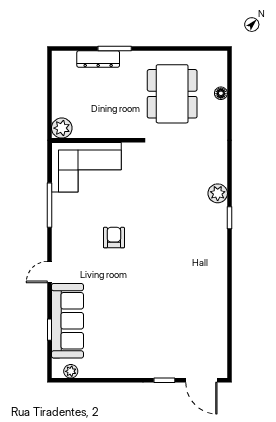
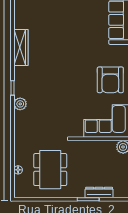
armchair: (114, 238) -> (110, 80), moved, width x1.88, depth x1.88
wardrobe: (217, 279) -> (21, 47), added

